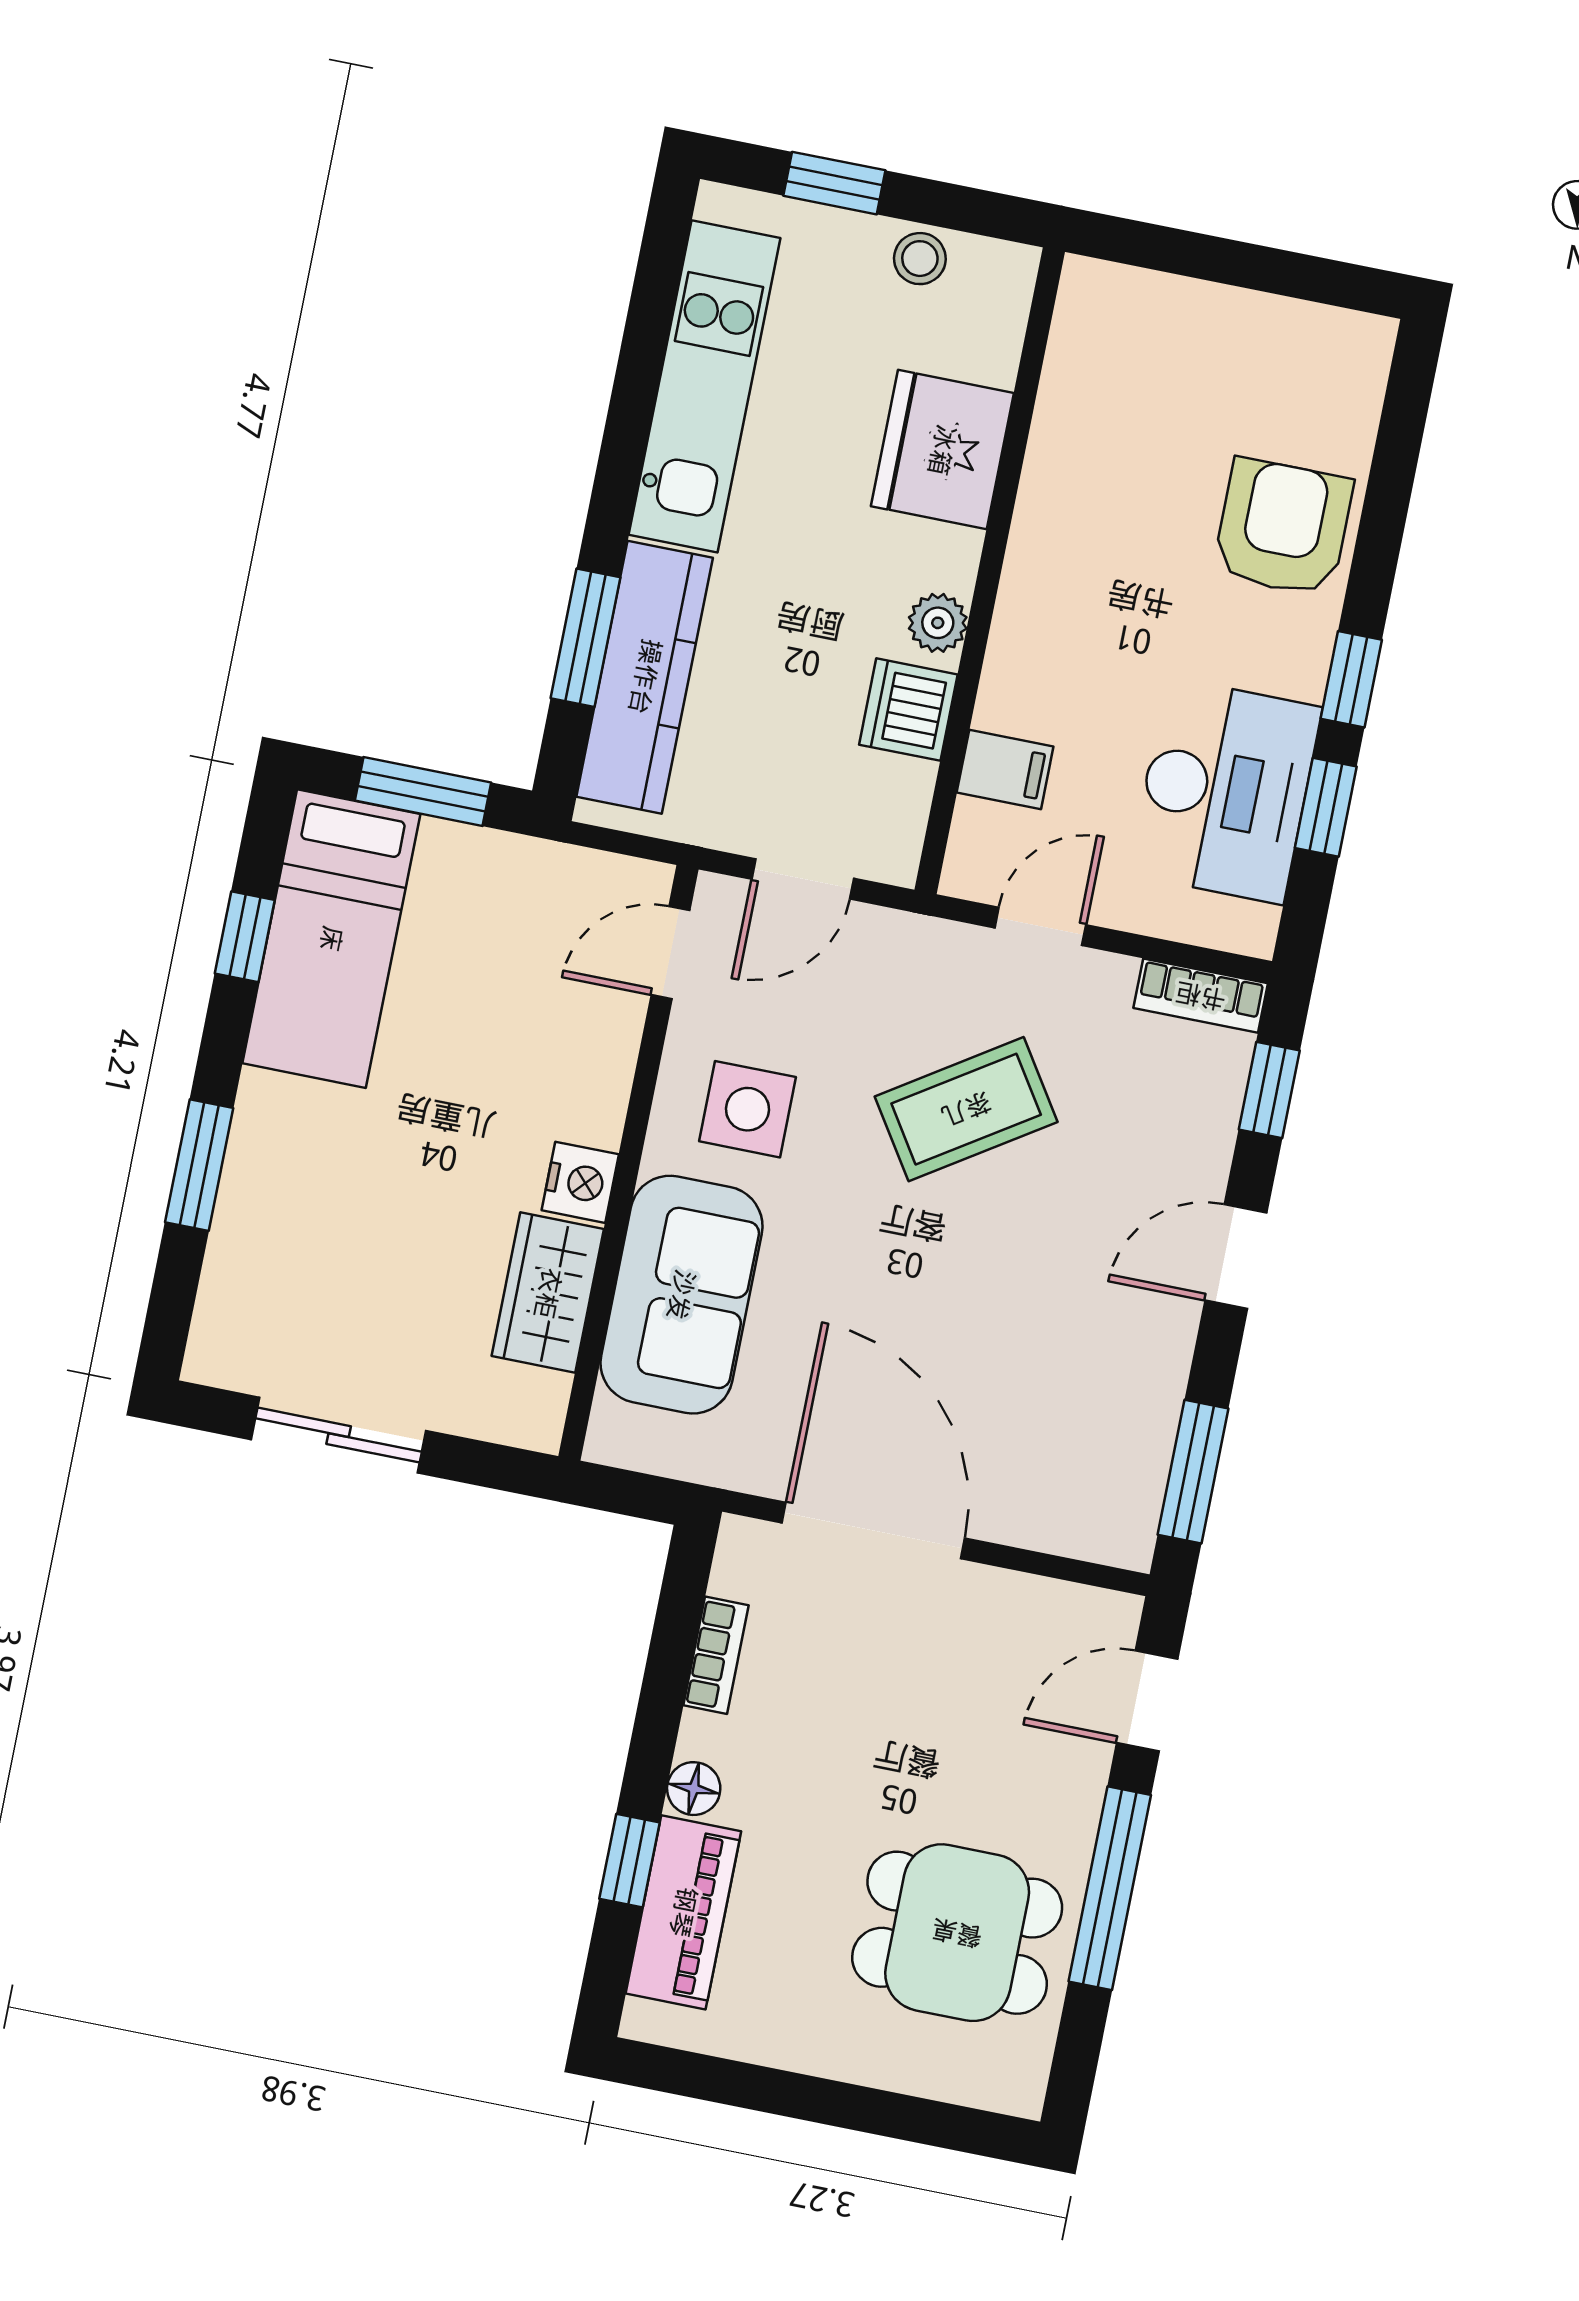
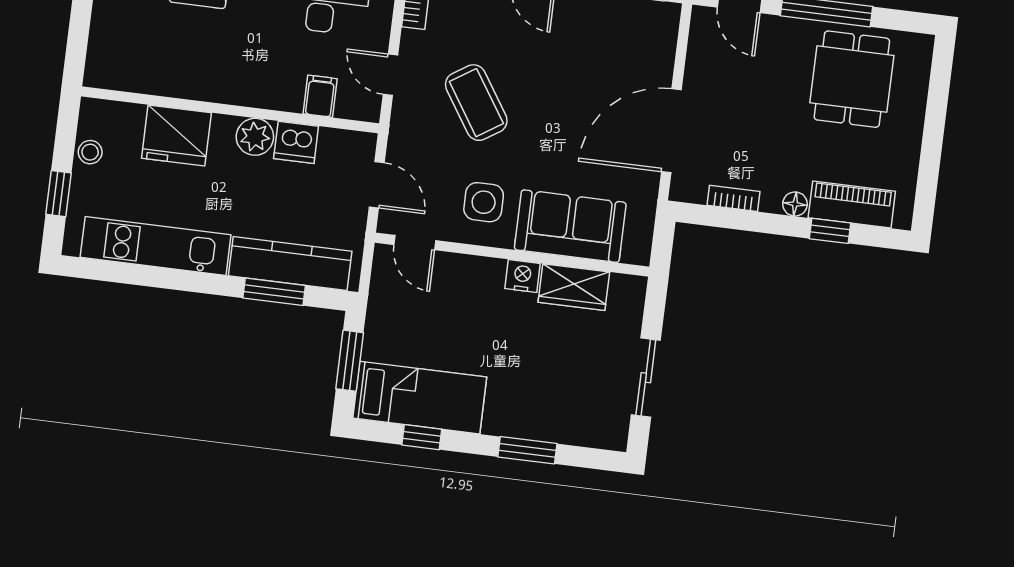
plant: (938, 623) -> (255, 137), width x1.38, depth x1.38

